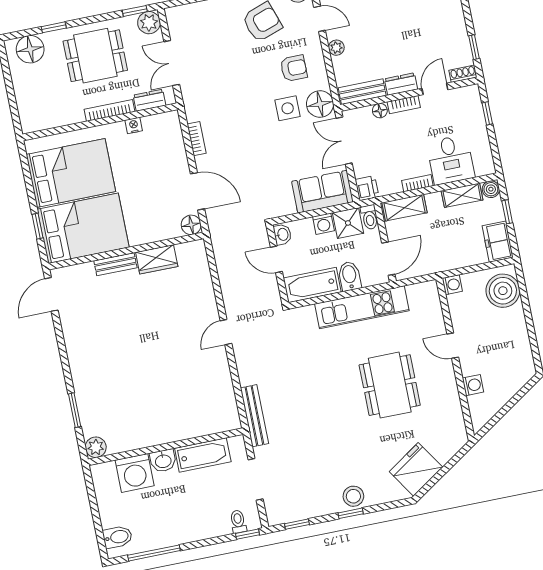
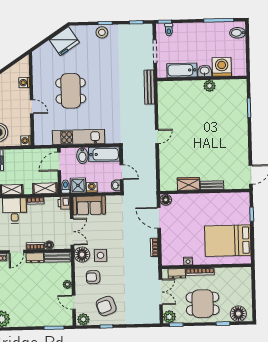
bed: (83, 228) -> (226, 209), removed
plant: (96, 447) -> (209, 86), moved

